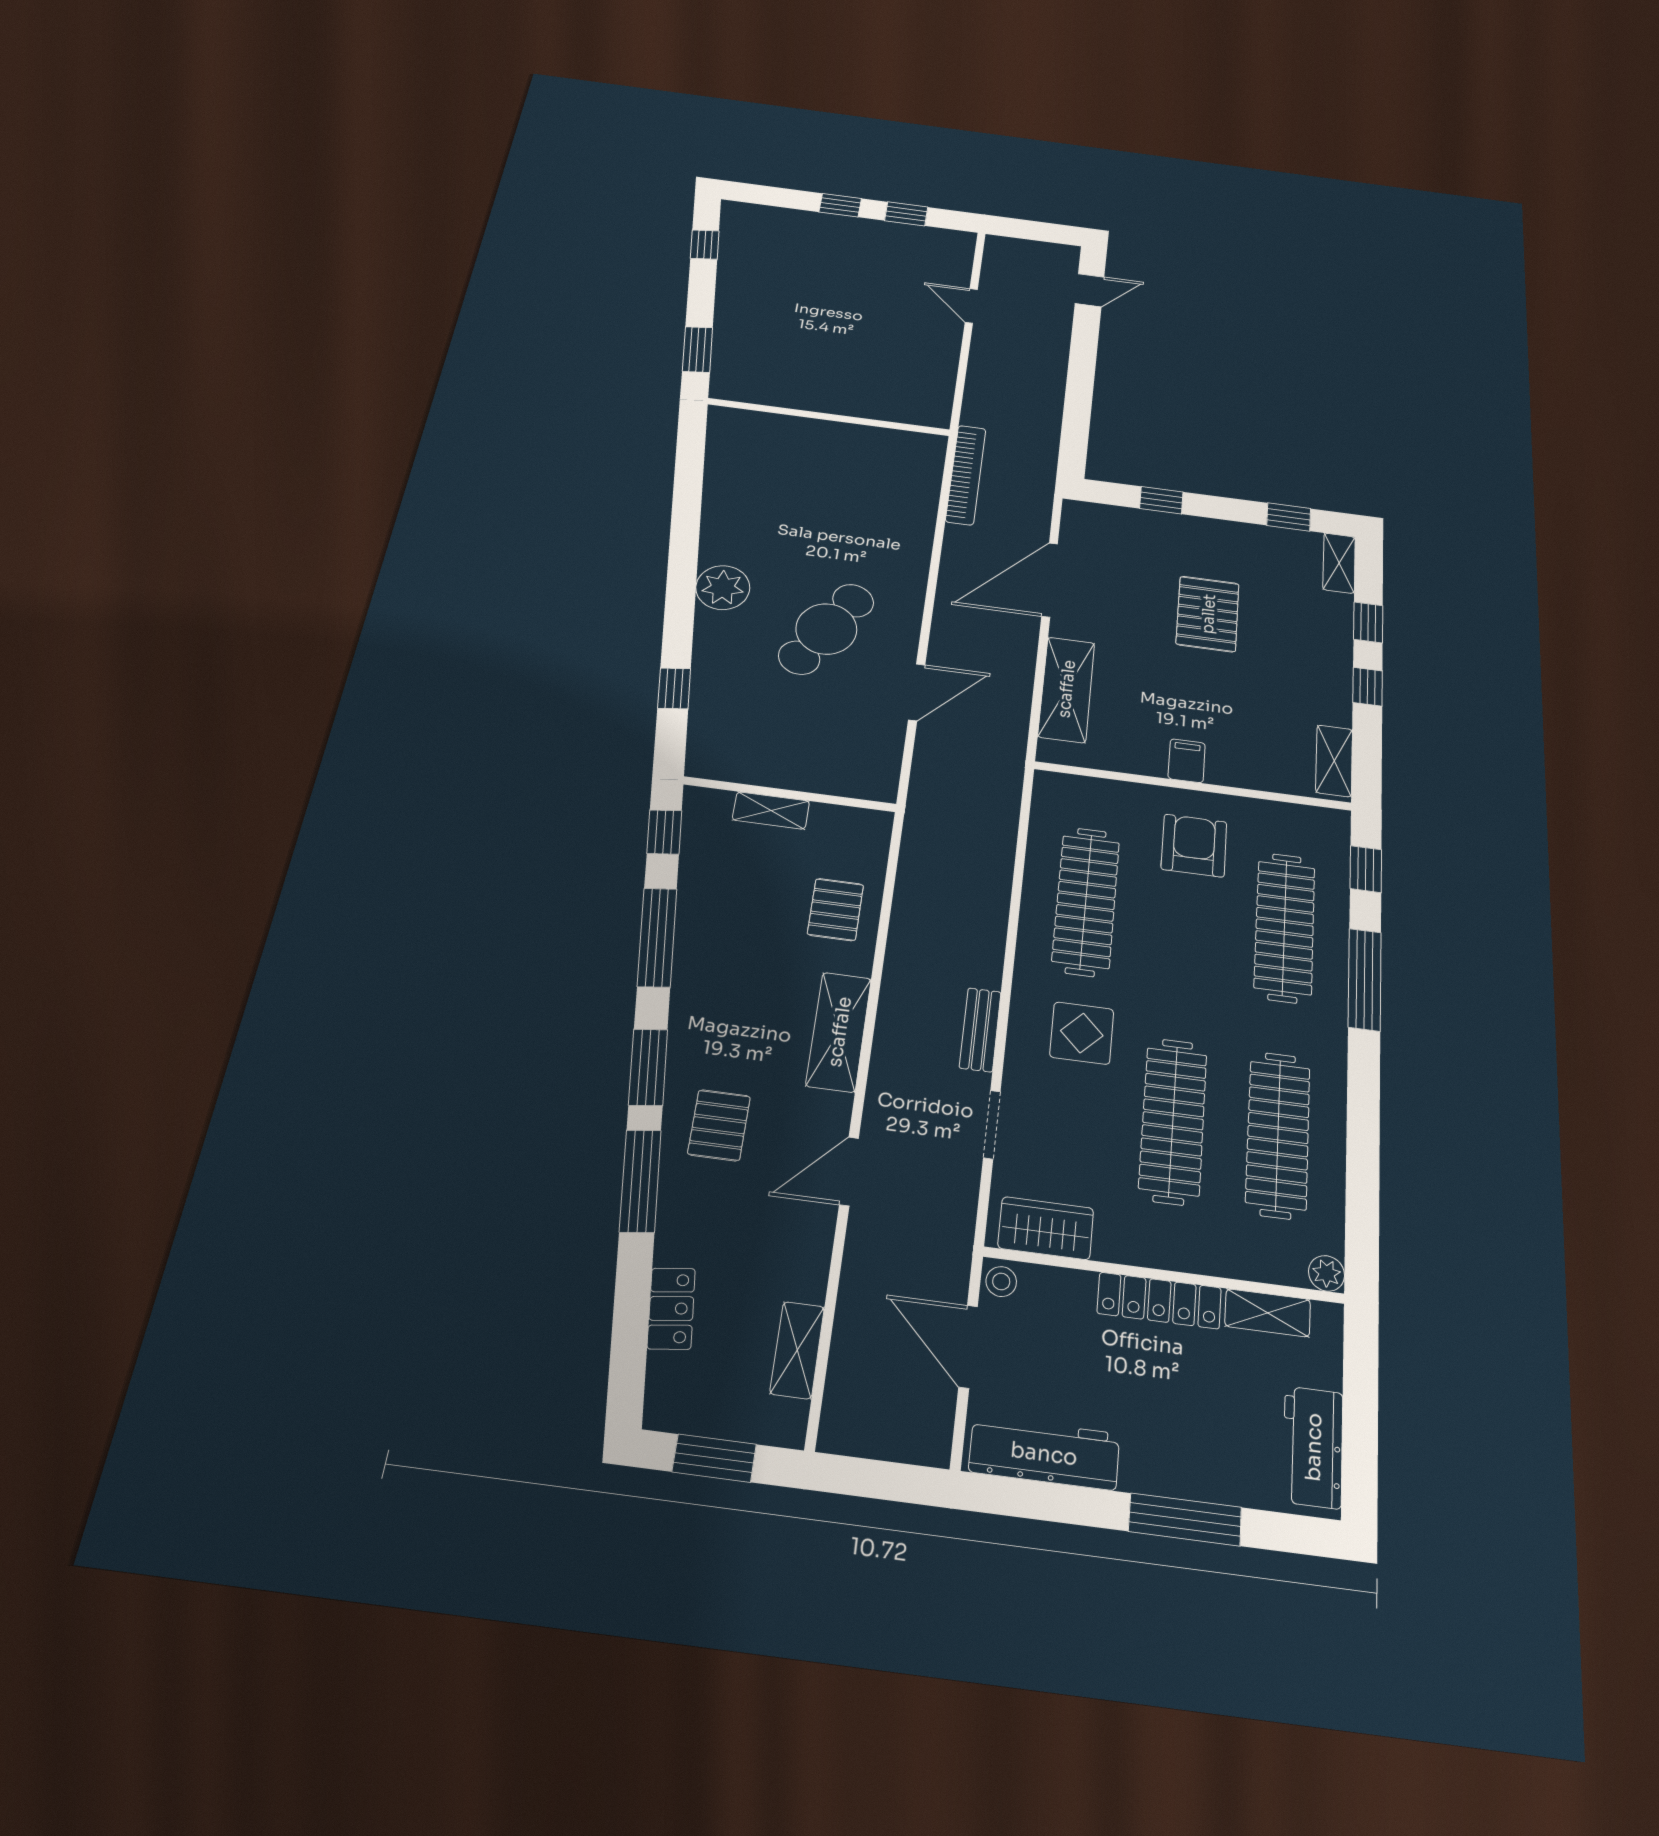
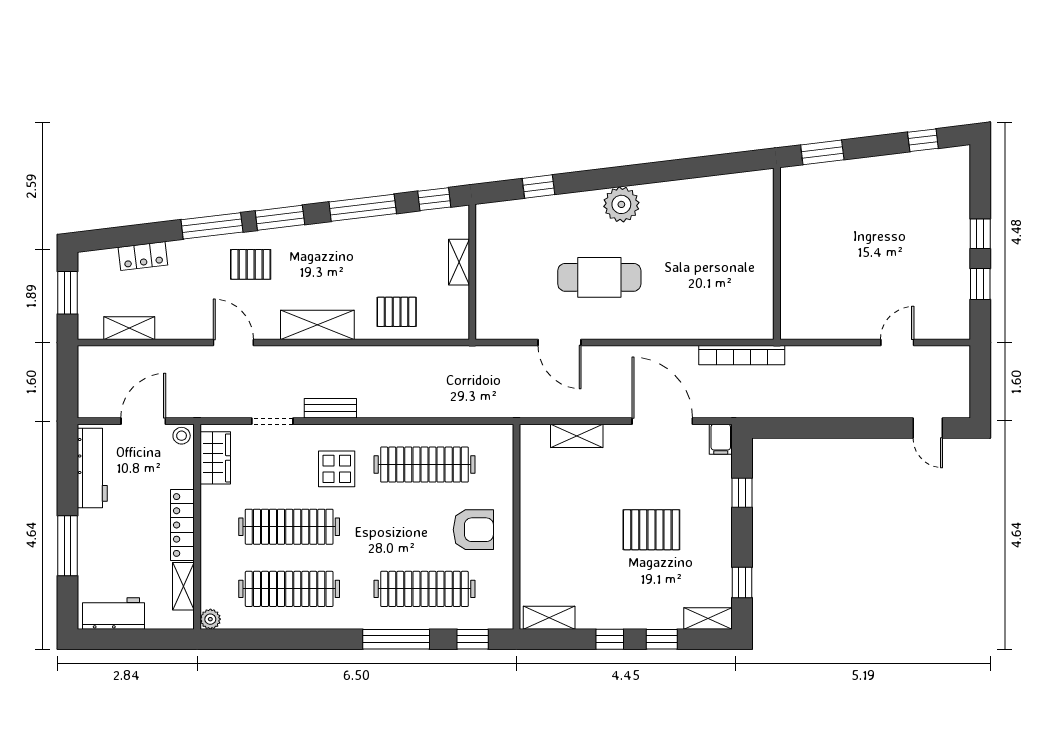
cafe table: (826, 629) -> (599, 277), turned -30
shelving: (1066, 689) -> (577, 436), width x0.67, depth x0.75
filing cabinet: (1187, 761) -> (721, 439), moved, turned 90

